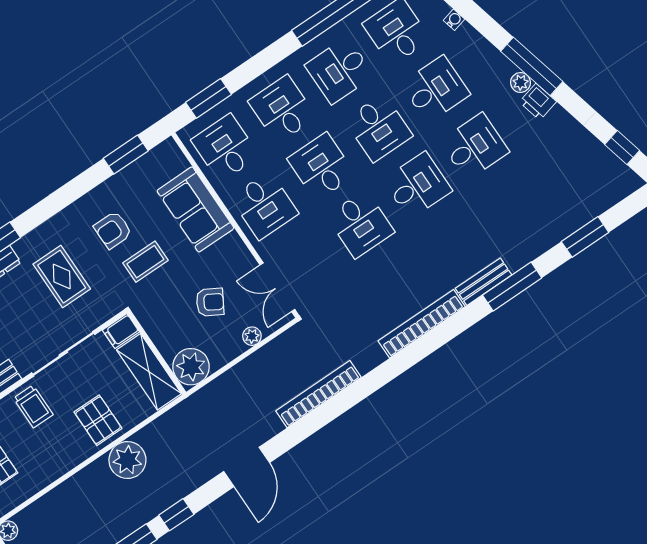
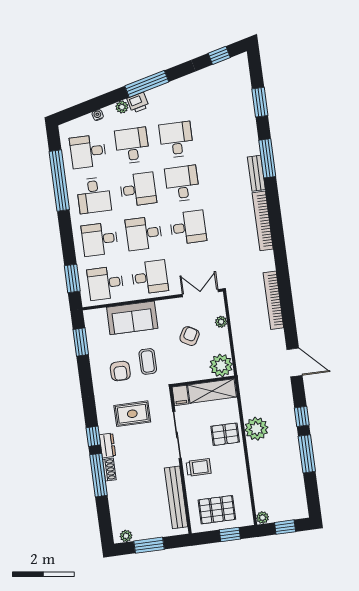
plant: (521, 82) -> (122, 107), moved
printer: (538, 102) -> (138, 103), moved
double door: (277, 287) -> (200, 293), swing flipped

